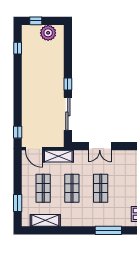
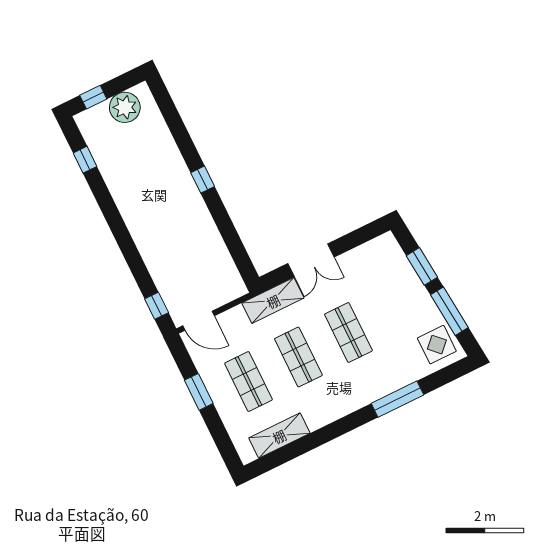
sliding door: (68, 114) -> (228, 231), removed
shelving: (58, 156) -> (273, 301), moved
window: (18, 203) -> (199, 392), moved

